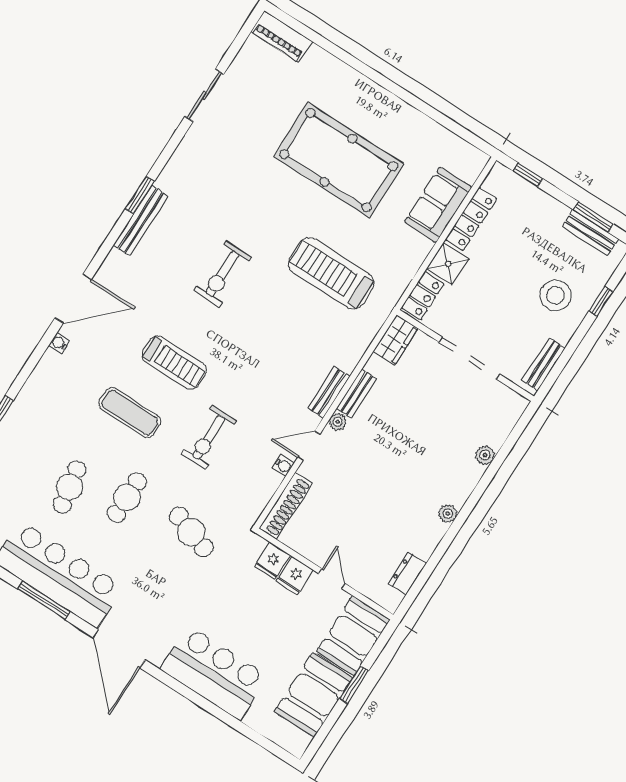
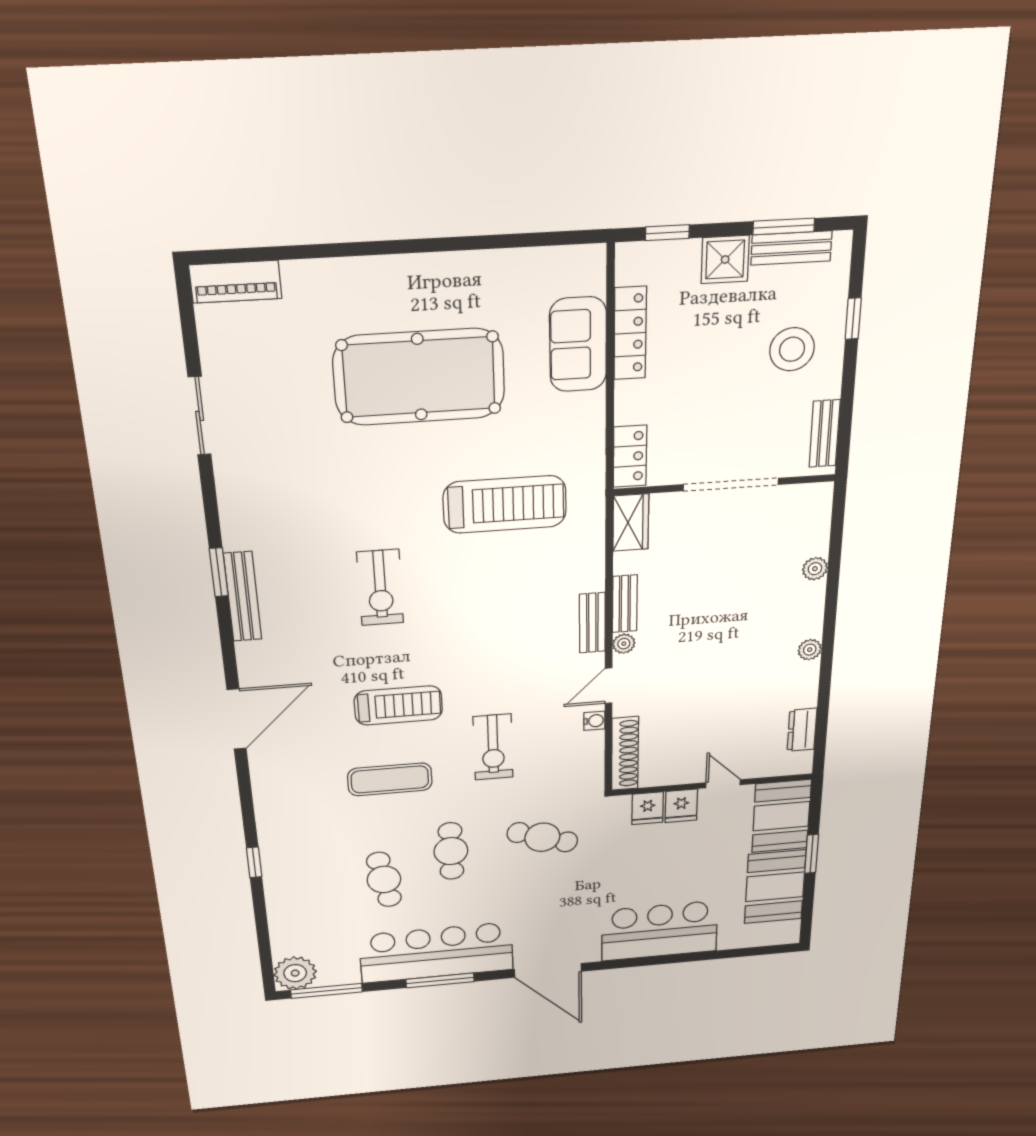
shower: (448, 264) -> (725, 259), moved
treadmill: (331, 273) -> (505, 504), turned 180
water cooler: (59, 343) -> (259, 768), removed

